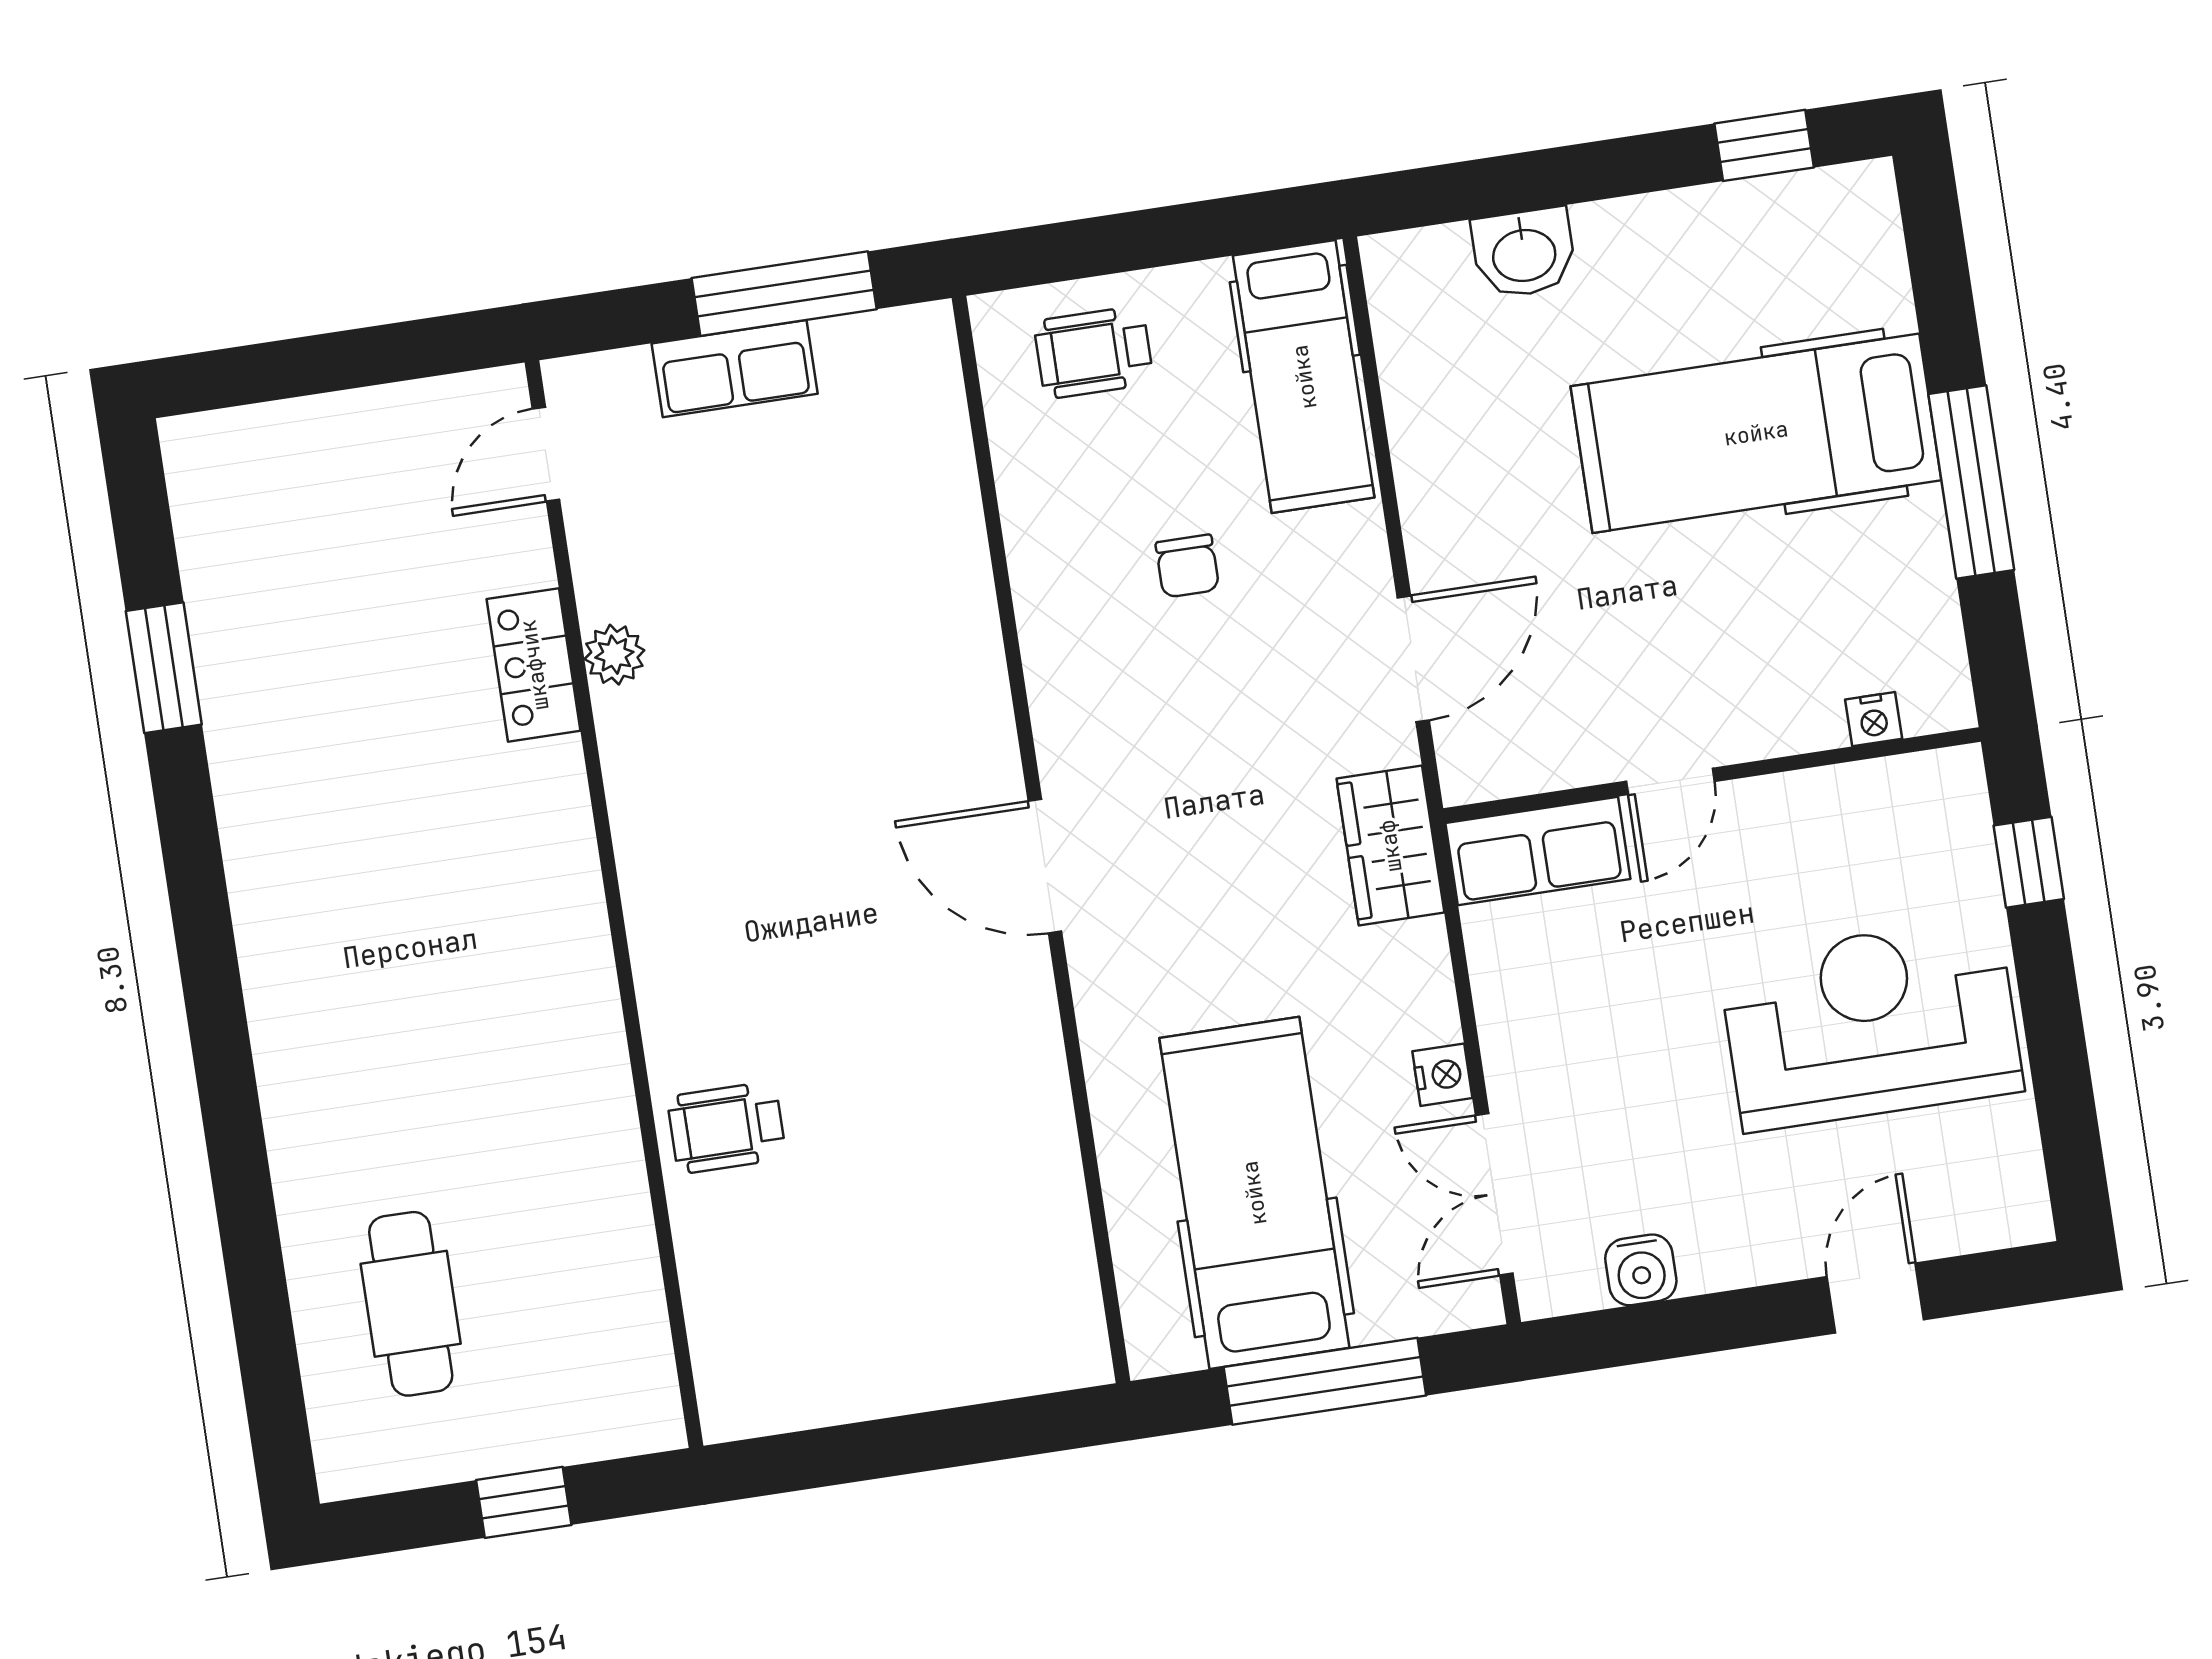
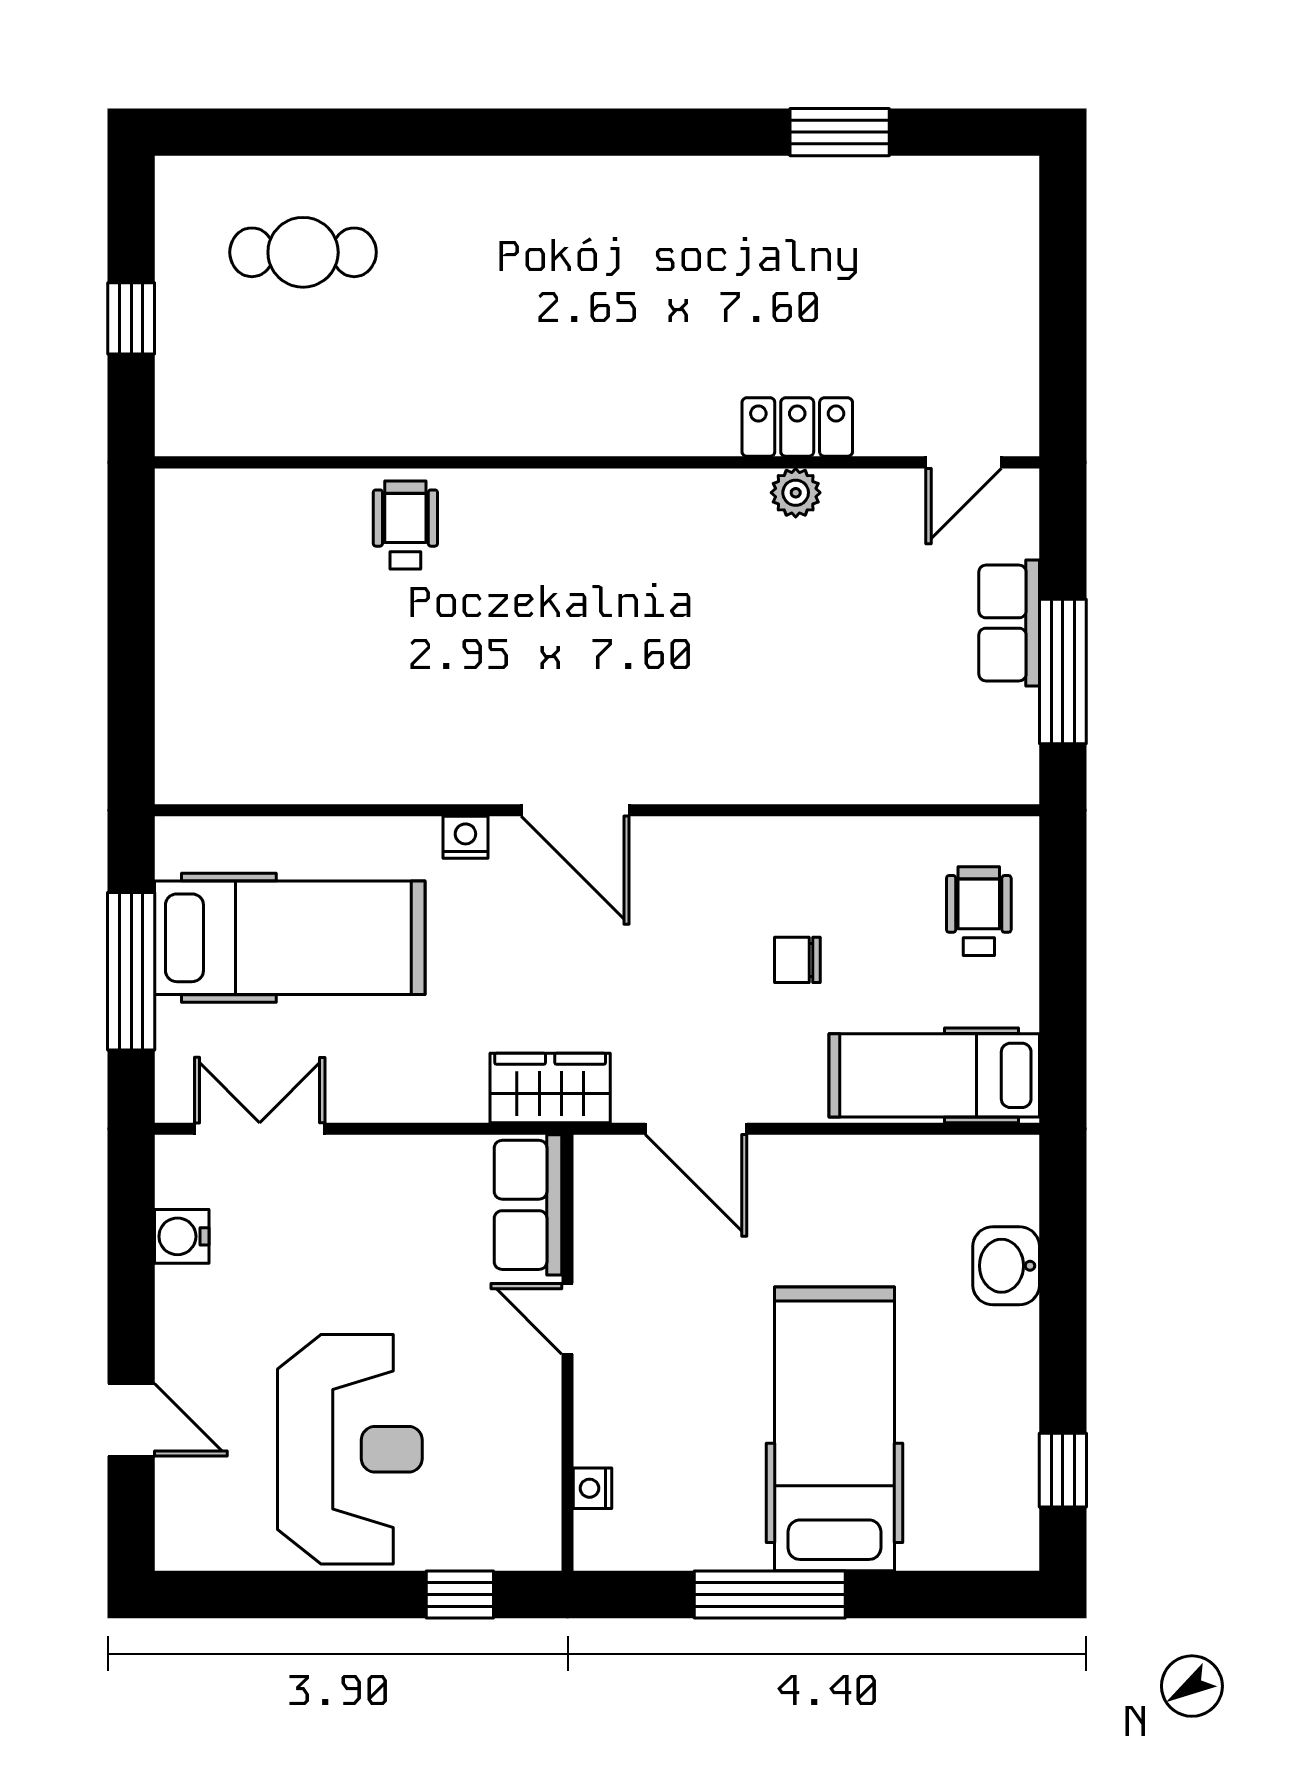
door: (546, 454) -> (964, 462), swing flipped
door: (1045, 866) -> (575, 810), swing flipped
nightstand: (1442, 1075) -> (465, 837), moved, turned 180

